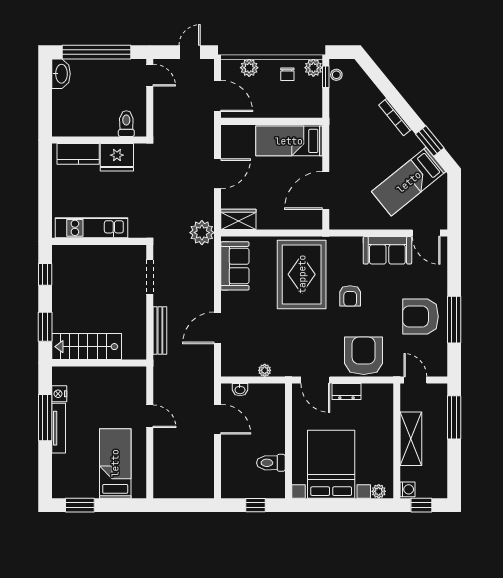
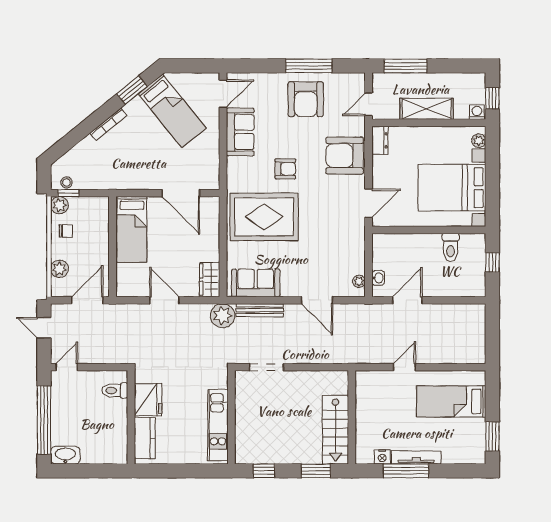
bench: (160, 330) -> (260, 310), moved
plant: (265, 370) -> (359, 281), moved
dresser: (346, 391) -> (380, 140), moved

